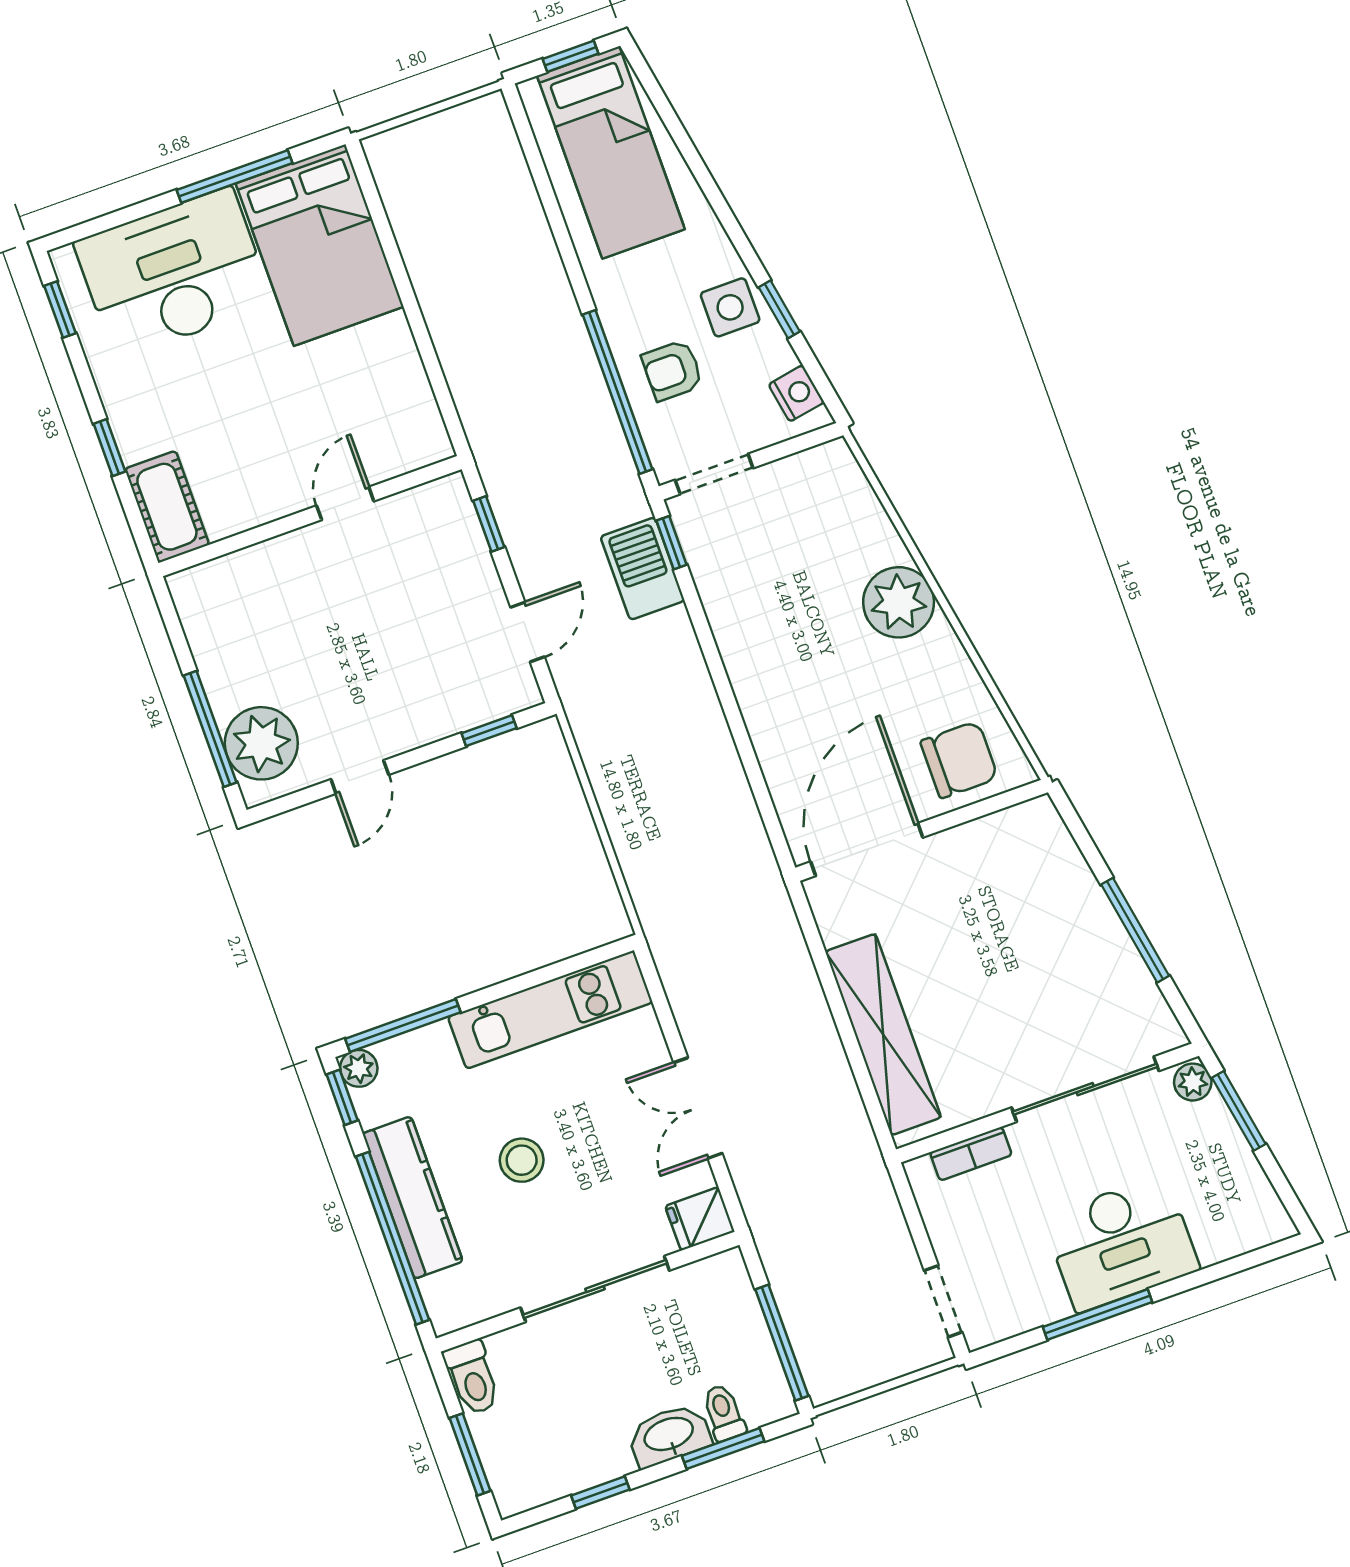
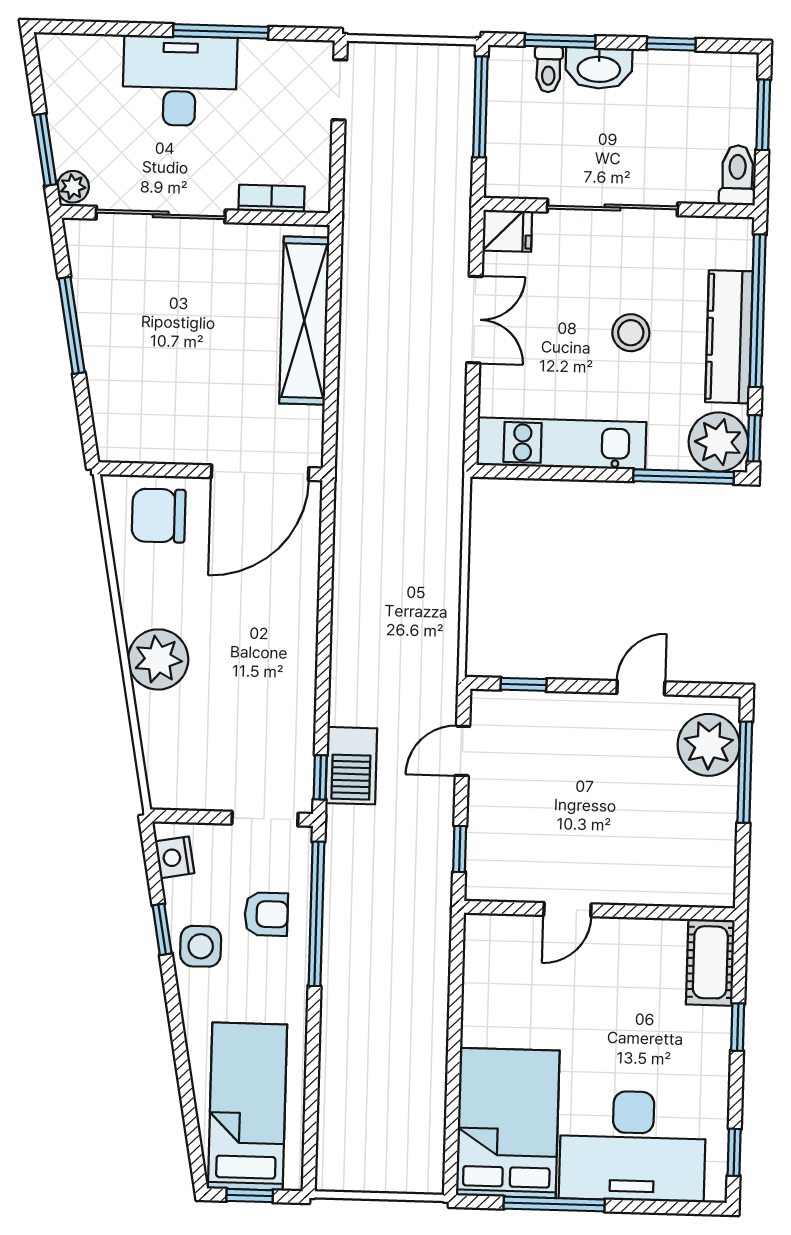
plant: (359, 1068) -> (718, 442), width x1.88, depth x1.88

